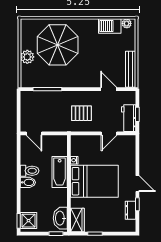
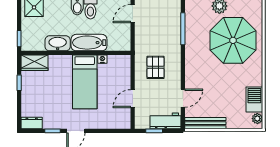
workbench: (129, 118) -> (166, 121), moved
door: (109, 133) -> (133, 99), hinge flipped
bed: (94, 181) -> (85, 82), width x0.67
dresser: (131, 210) -> (32, 123), moved
washbasin: (60, 218) -> (58, 43), moved

